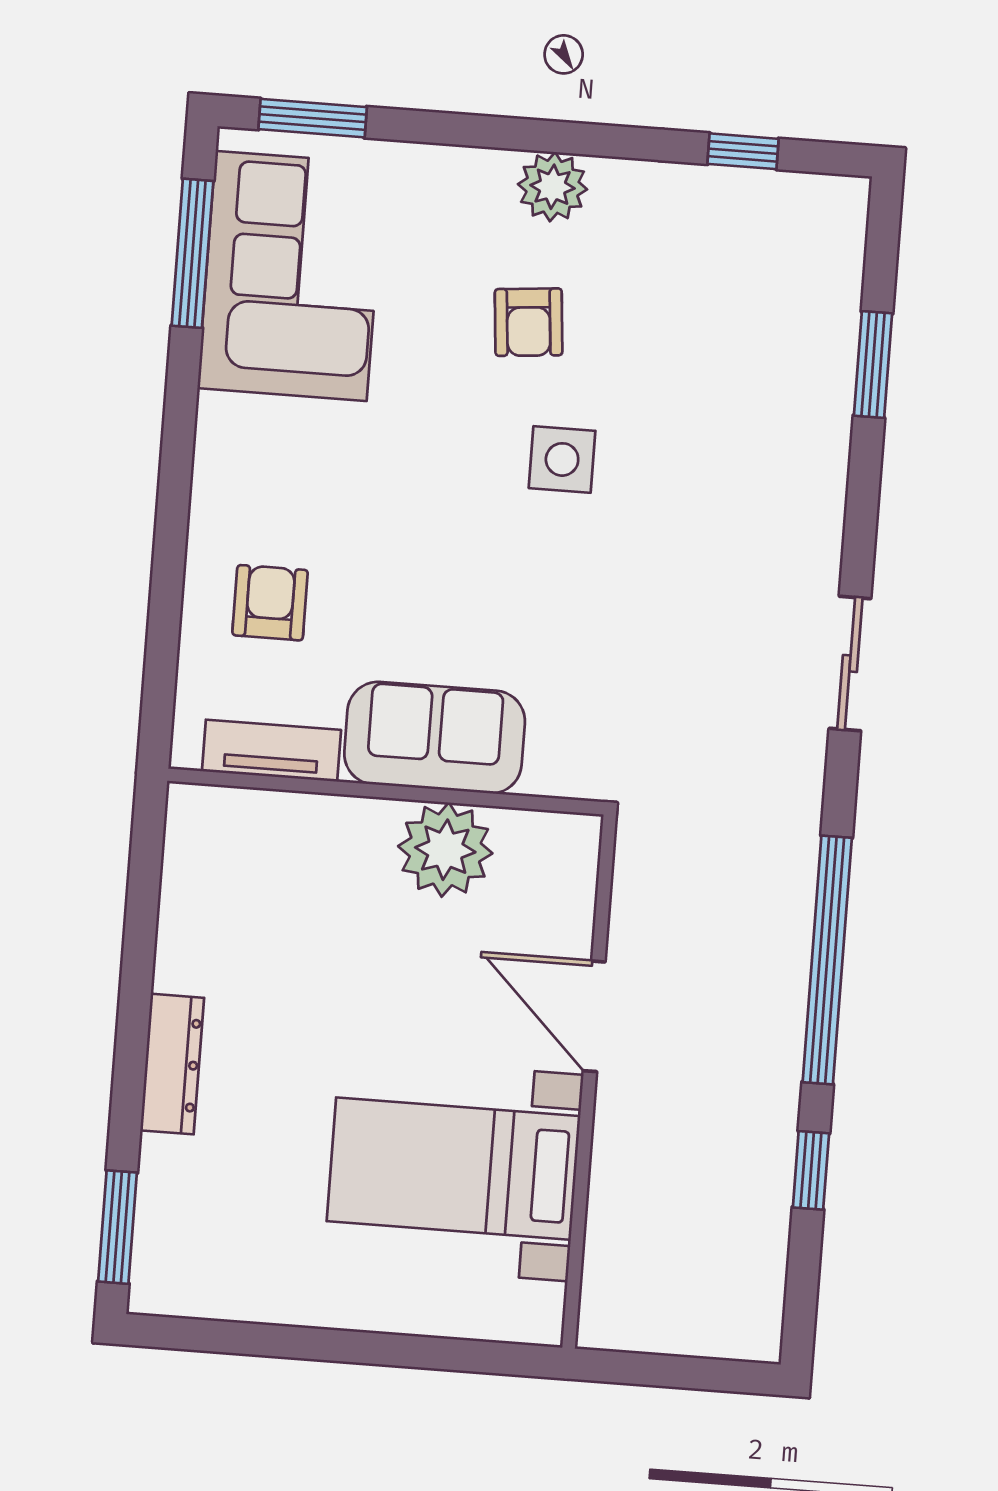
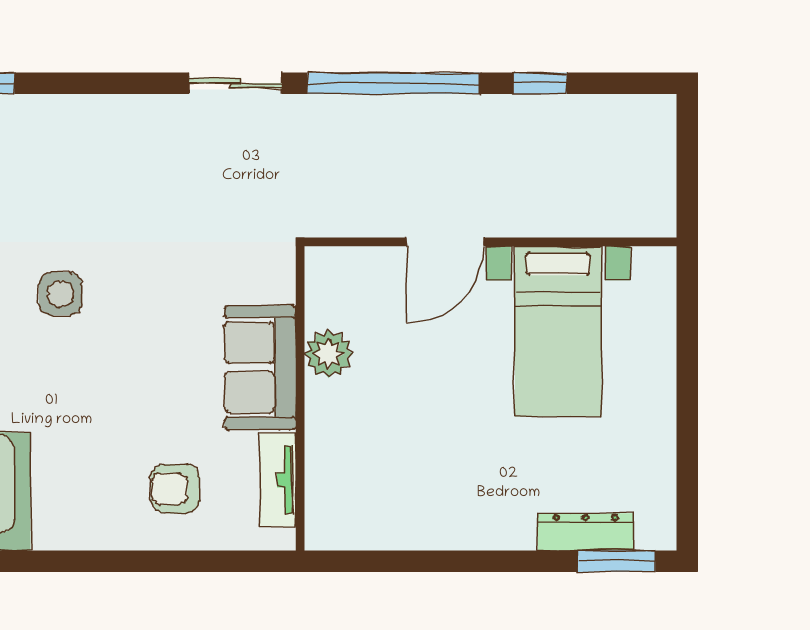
sliding door: (850, 663) -> (235, 83), moved
plant: (445, 850) -> (329, 354), width x0.73, depth x0.73
dresser: (172, 1064) -> (586, 532), moved

